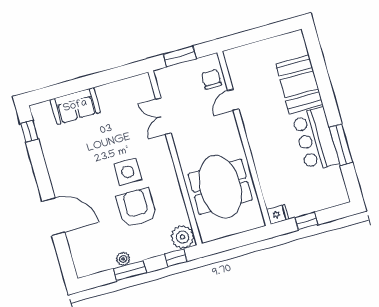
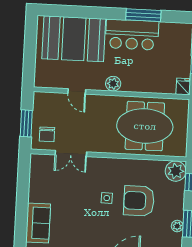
chair: (211, 79) -> (47, 134), moved, turned -90
booth: (299, 84) -> (74, 39), width x1.36, depth x1.42
plant: (255, 137) -> (113, 84), added
side table: (128, 172) -> (107, 198), width x0.54, depth x0.54

